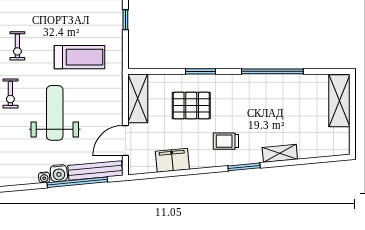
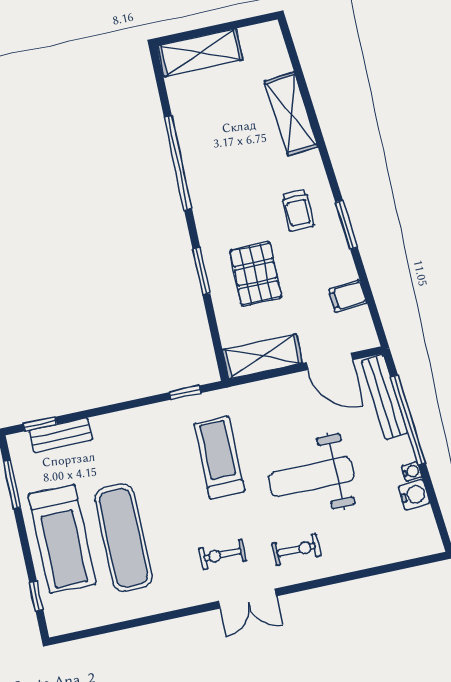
window: (125, 20) -> (185, 393), moved
exercise bike: (17, 46) -> (223, 554), turned 180
shelving: (280, 153) -> (291, 114), width x1.50, depth x1.33
filing cabinet: (172, 160) -> (348, 296), width x0.50
window: (244, 167) -> (347, 225), moved
water cooler: (59, 173) -> (414, 495), moved

